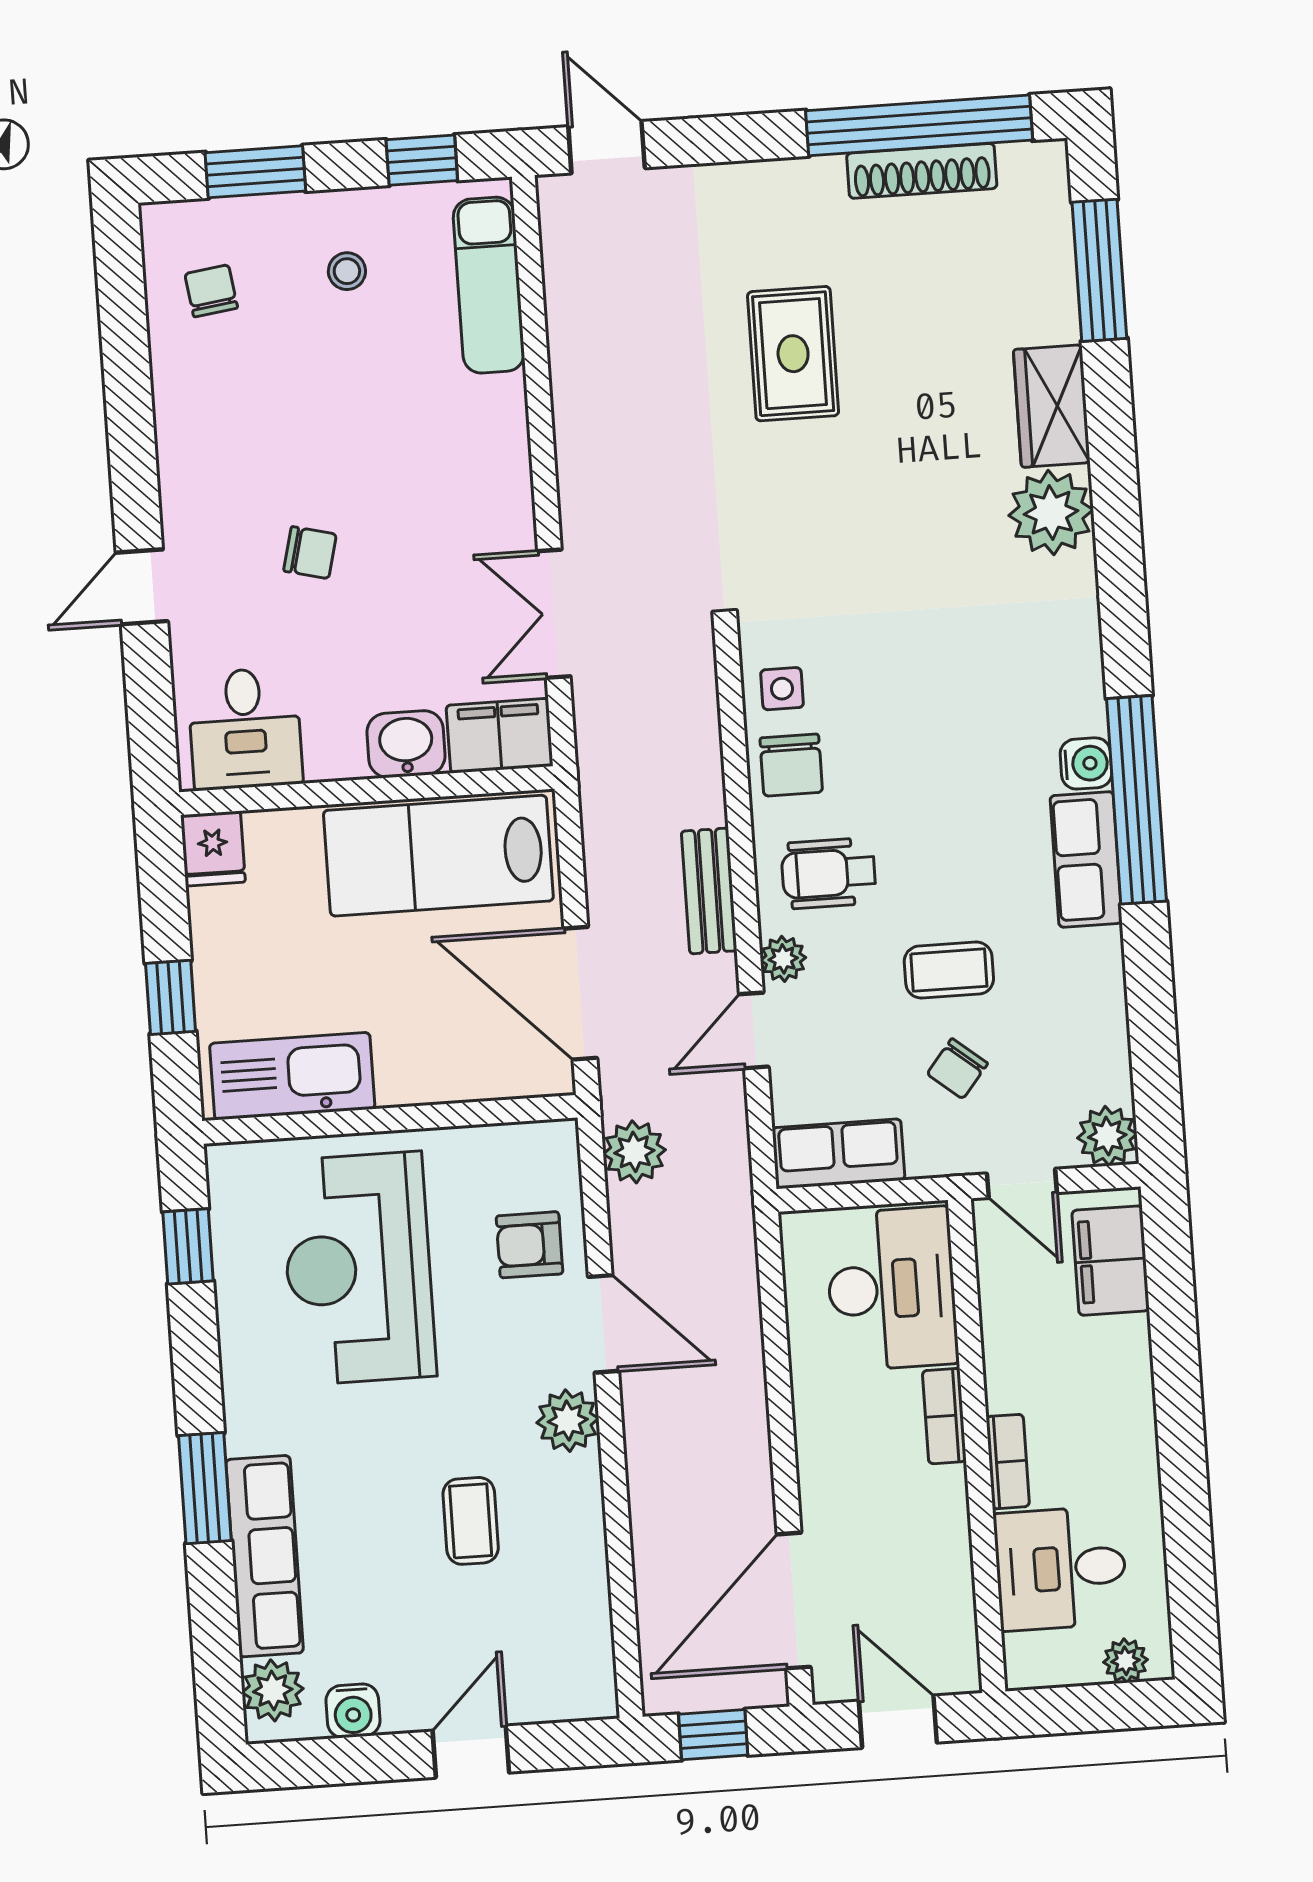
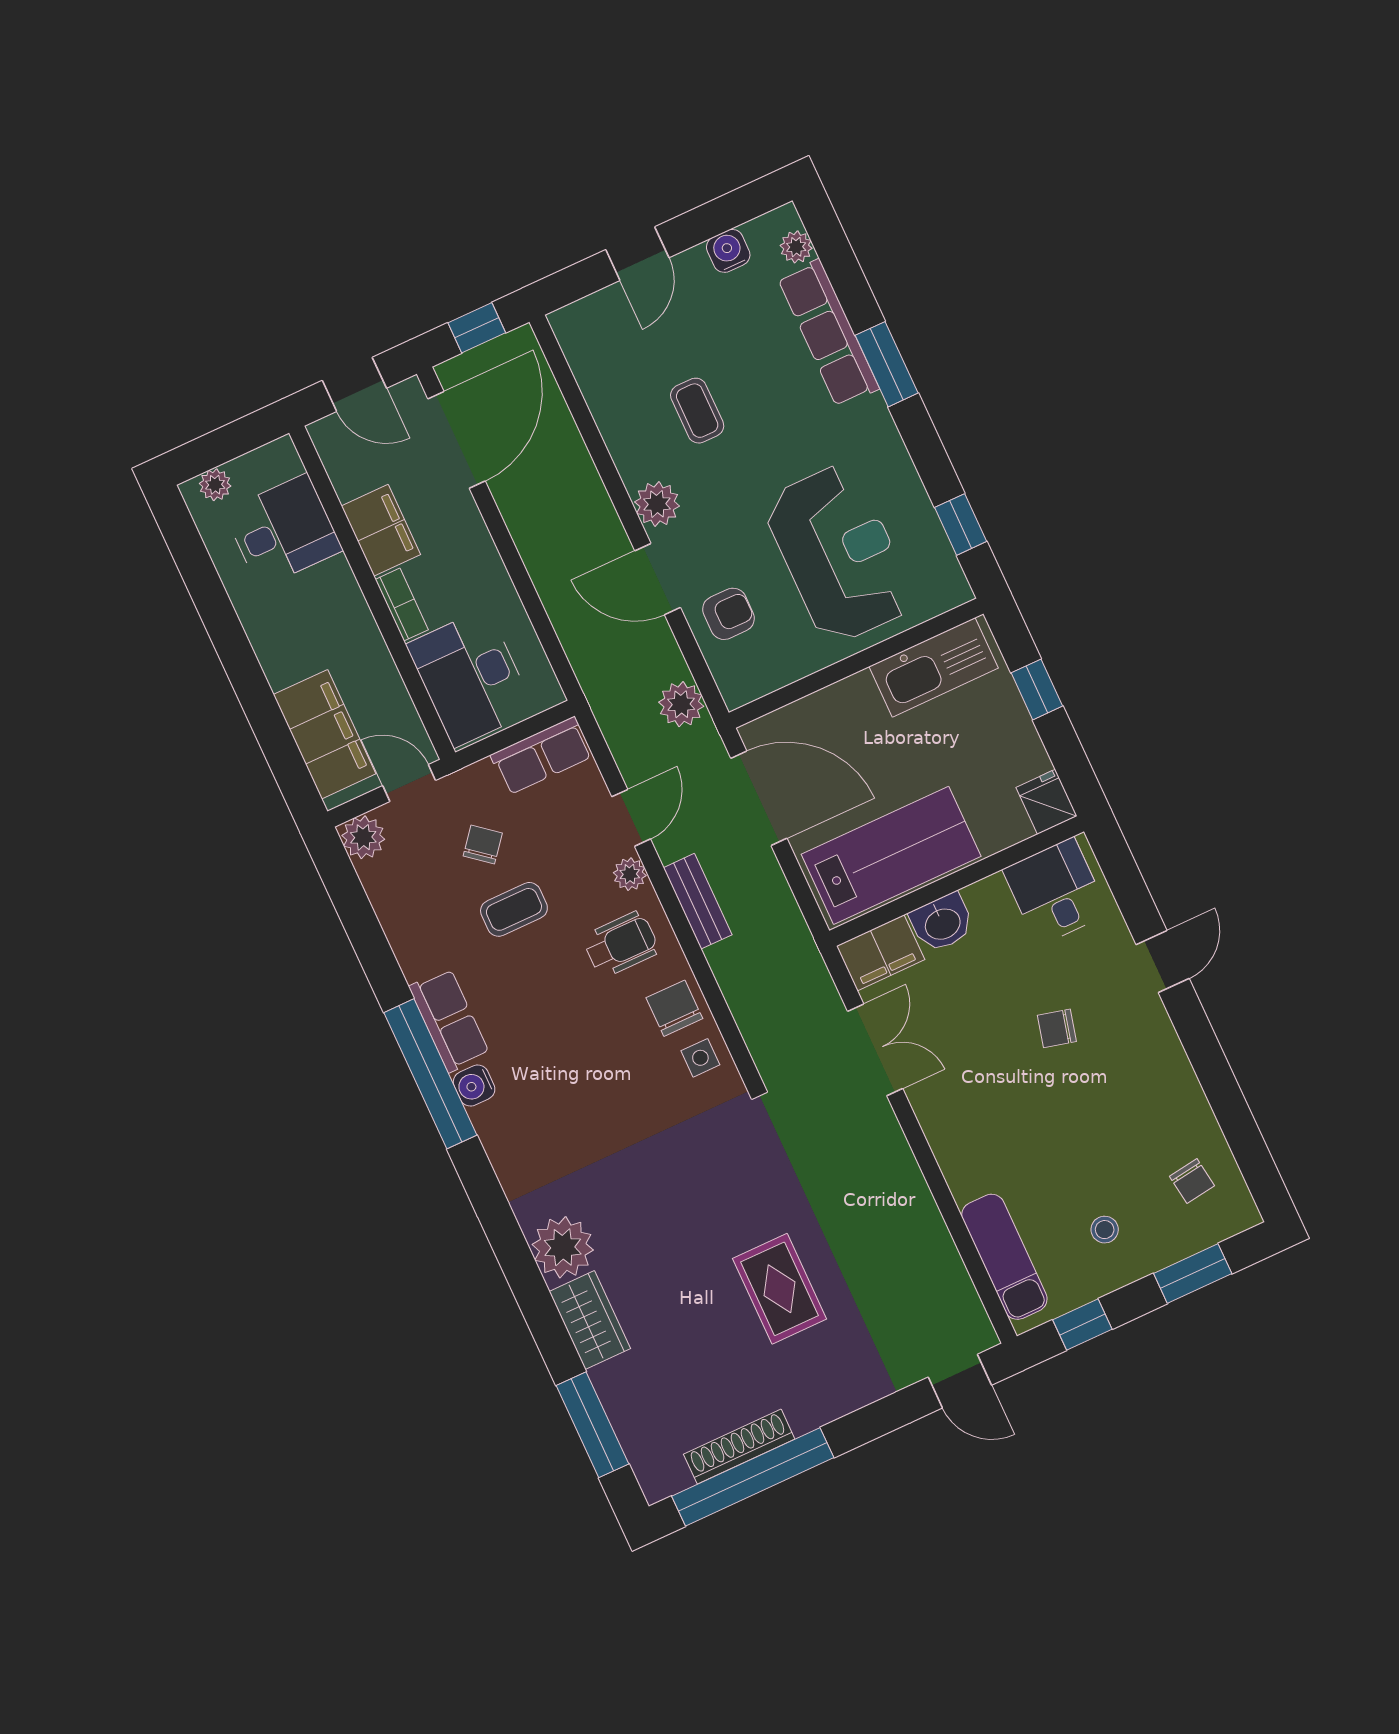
filing cabinet: (1111, 1261) -> (325, 734), width x1.50, depth x1.17
bookcase: (1008, 1462) -> (347, 590), removed
filing cabinet: (935, 1522) -> (381, 530), added
plant: (273, 1690) -> (796, 247), width x0.73, depth x0.73

